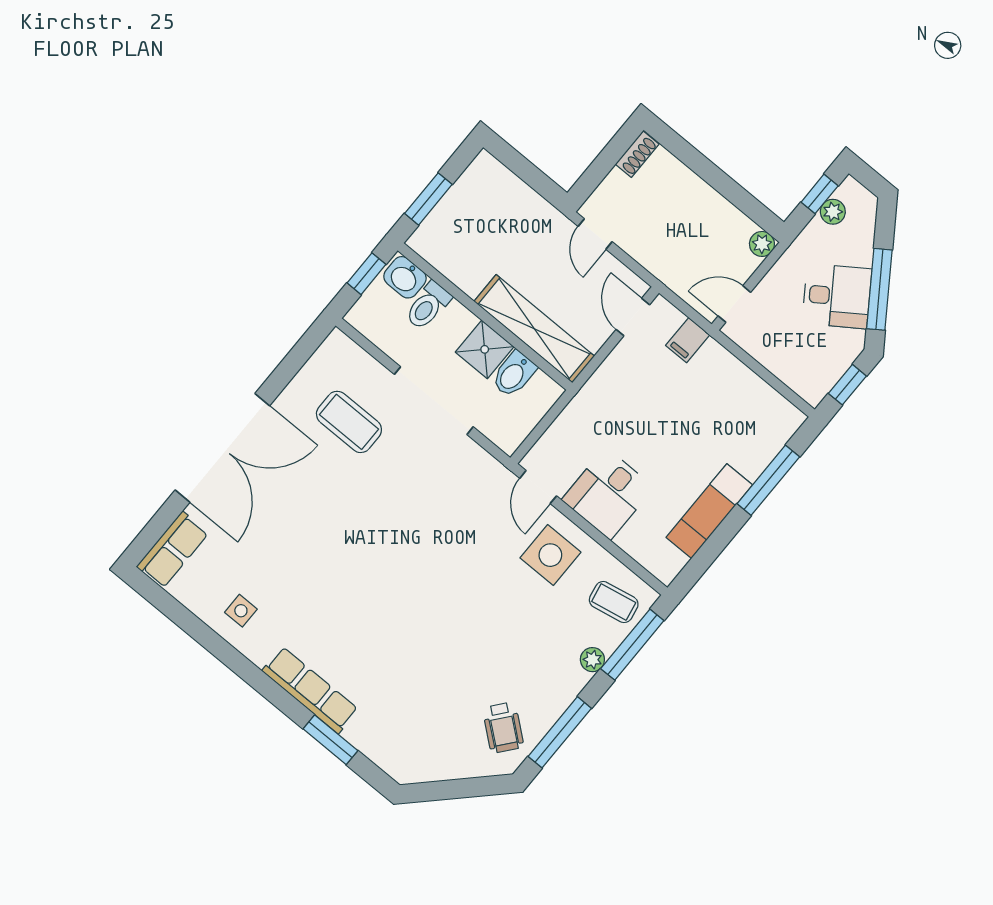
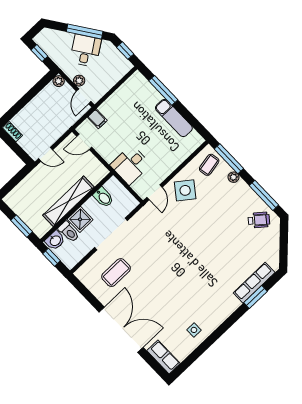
plant: (833, 212) -> (79, 81), moved
shelving: (534, 329) -> (68, 201), moved
shower: (485, 349) -> (80, 219), moved
door: (538, 487) -> (154, 192), hinge flipped
desk: (608, 494) -> (130, 165), moved, turned 90
side table: (550, 555) -> (185, 190), turned 37
row of seats: (310, 690) -> (254, 283), moved

